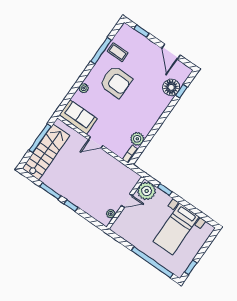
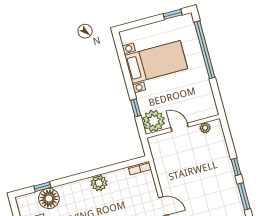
plant: (137, 139) -> (99, 183), moved

